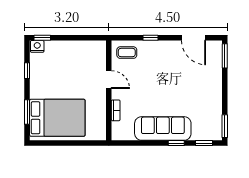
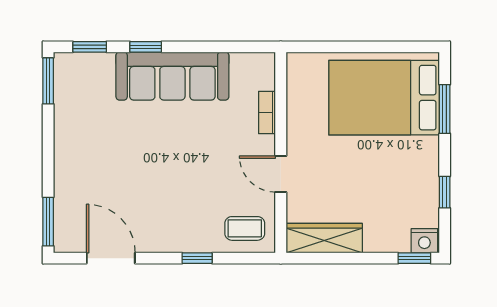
wardrobe: (87, 48) -> (324, 238), added

